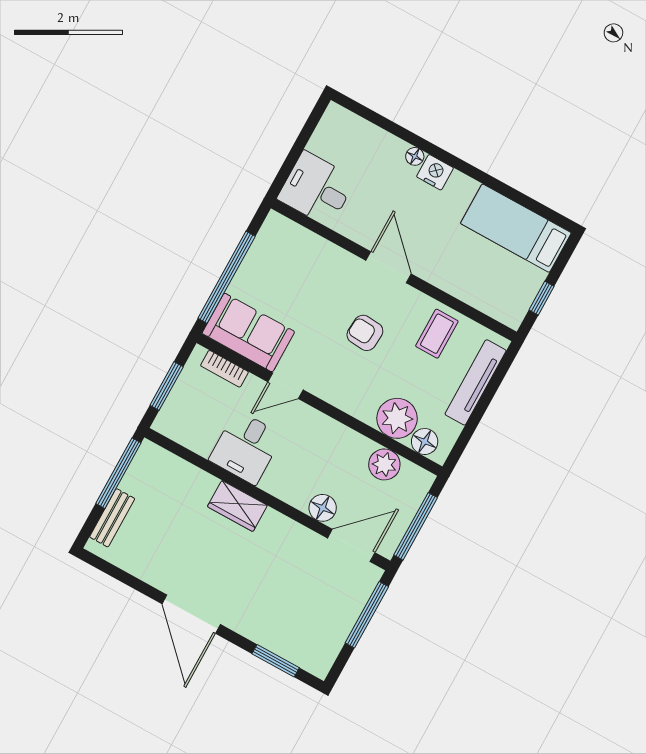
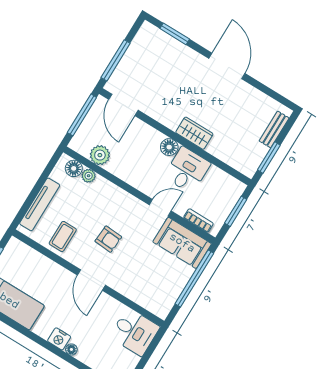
plant: (397, 418) -> (89, 176), width x0.53, depth x0.53
window: (118, 473) -> (269, 157), width x0.69
floor lamp: (323, 508) -> (169, 147), moved
door: (351, 545) -> (123, 105), hinge flipped

